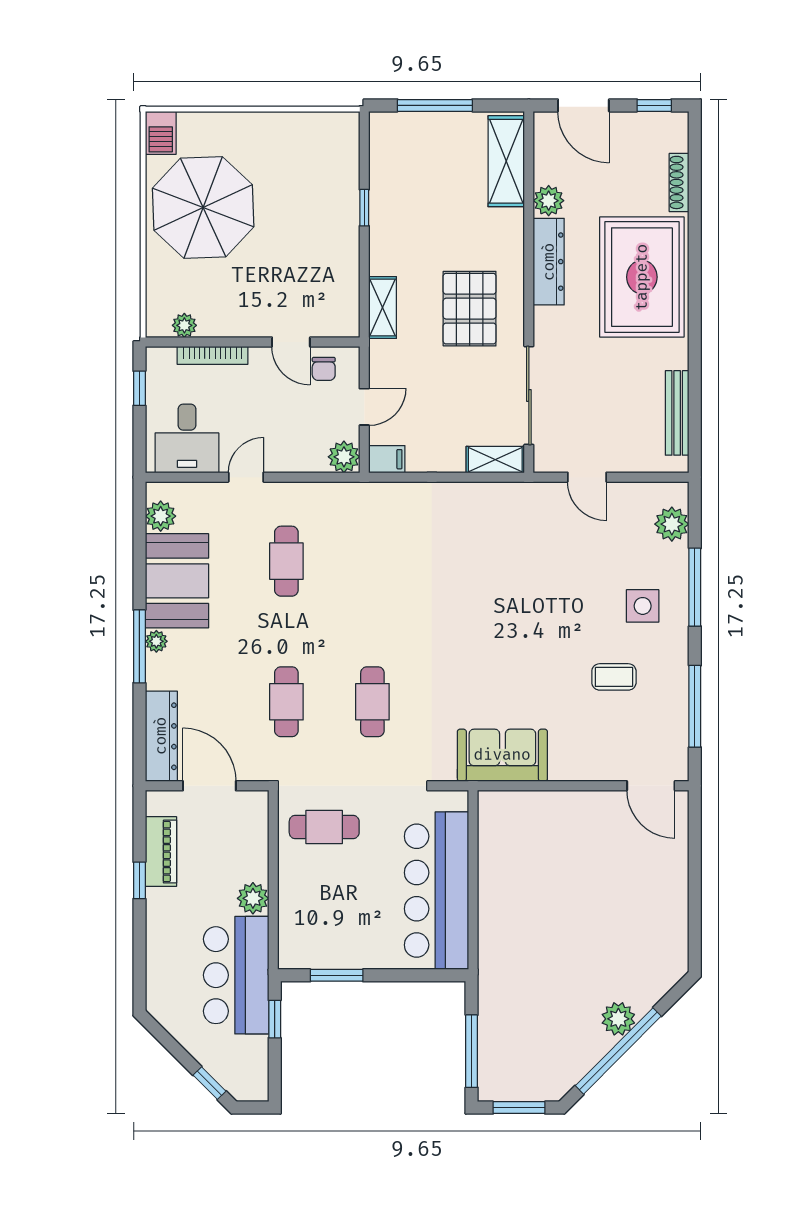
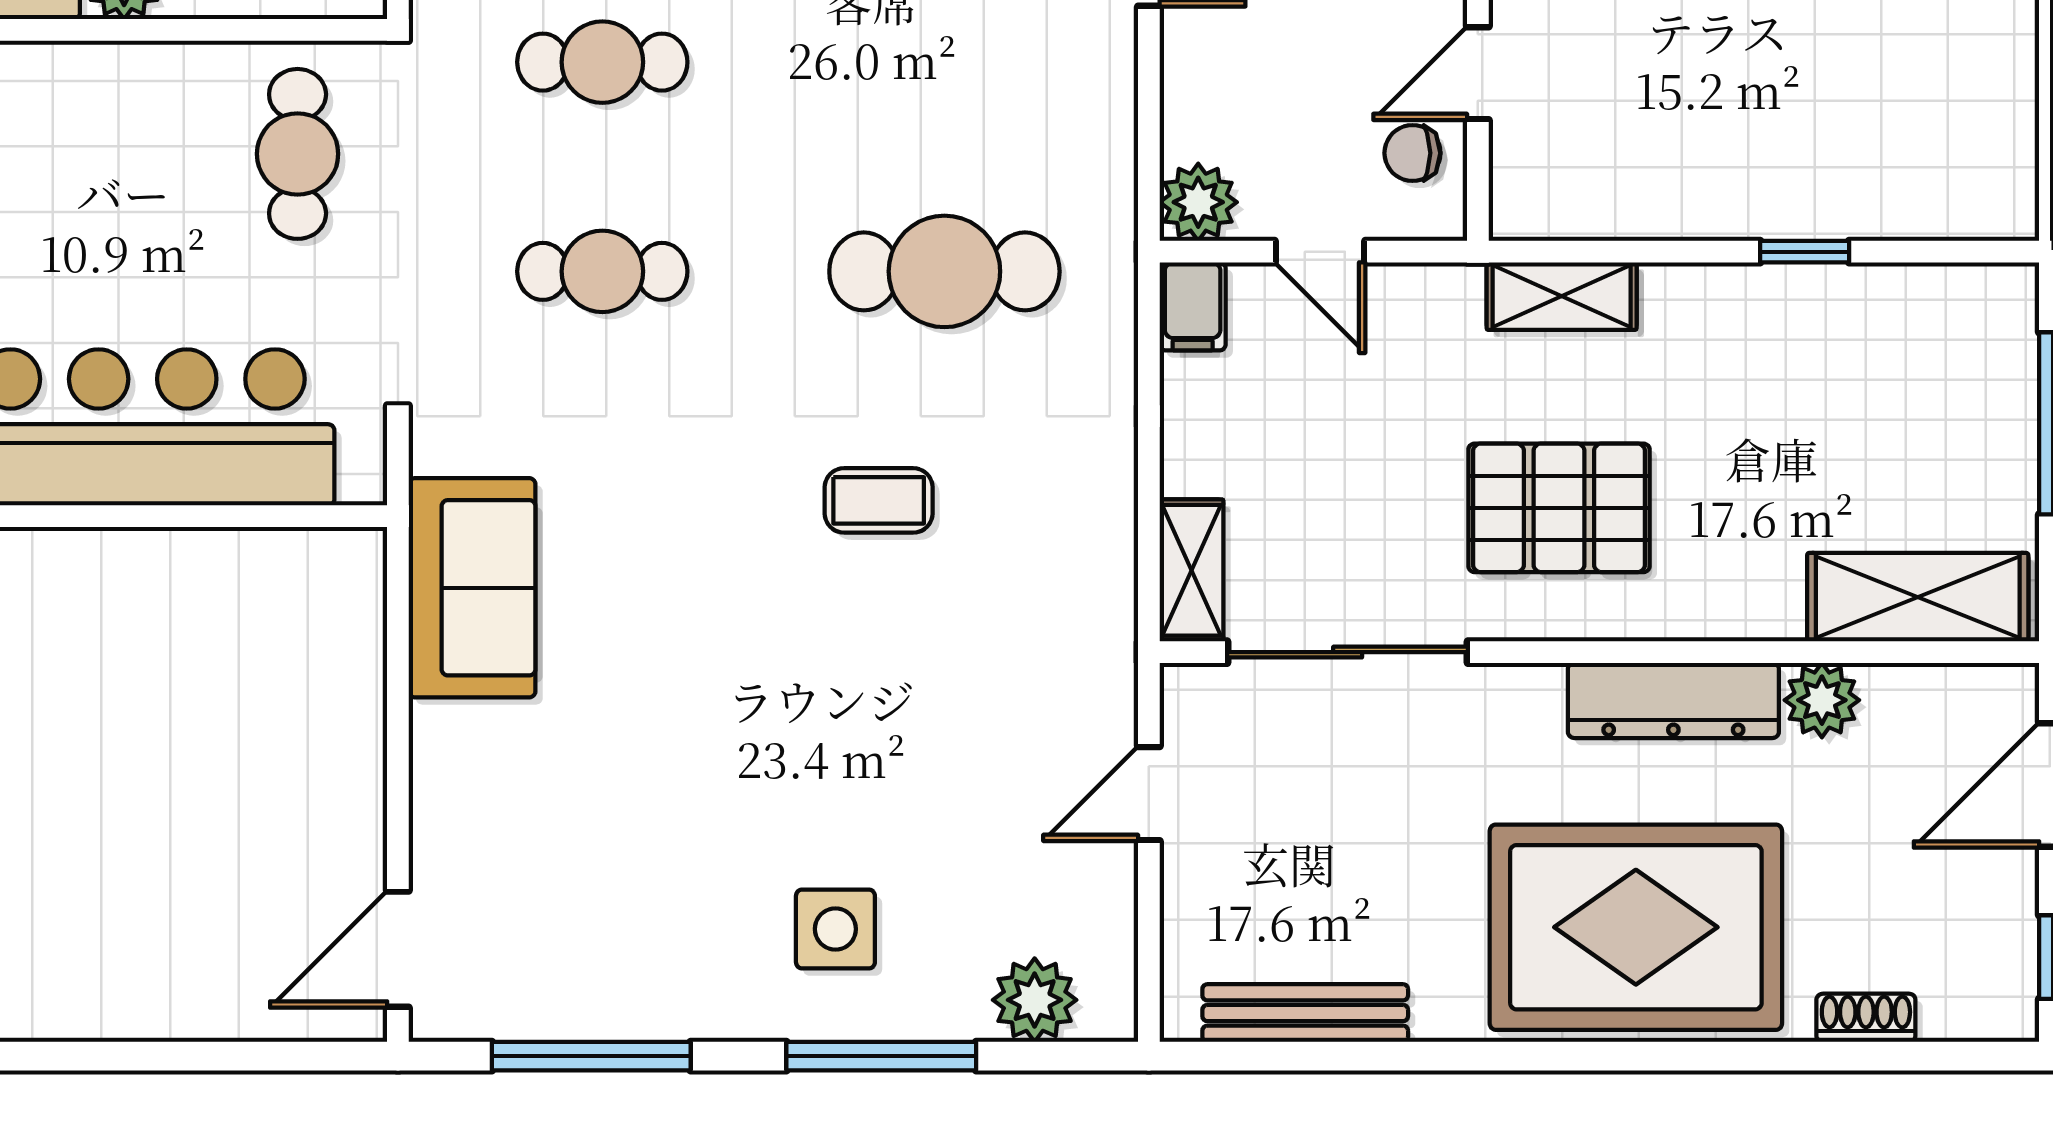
shoe rack: (679, 182) -> (1866, 1018), width x0.70
cafe table: (286, 561) -> (944, 271), moved, width x1.37, depth x1.35
coffee table: (614, 677) -> (879, 500), moved, turned 90

